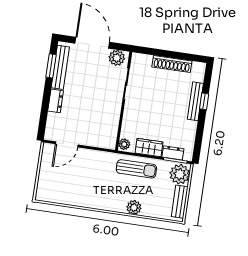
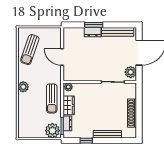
window: (51, 66) -> (94, 25), moved
window: (204, 101) -> (86, 141), moved
door: (67, 144) -> (62, 57), moved
sun lounger: (67, 189) -> (30, 50), added
bench: (180, 202) -> (32, 134), removed
plant: (134, 207) -> (23, 87), moved

